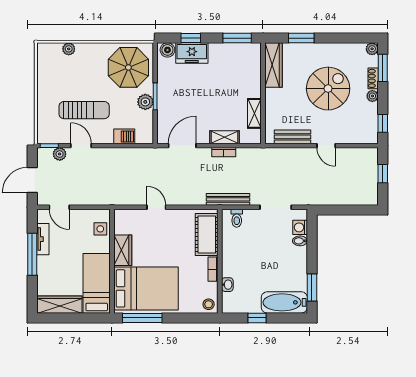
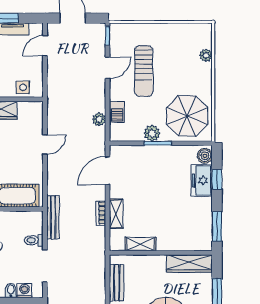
door: (182, 146) -> (108, 171), swing flipped
plant: (60, 154) -> (99, 119), moved
toilet: (237, 218) -> (34, 240), moved

